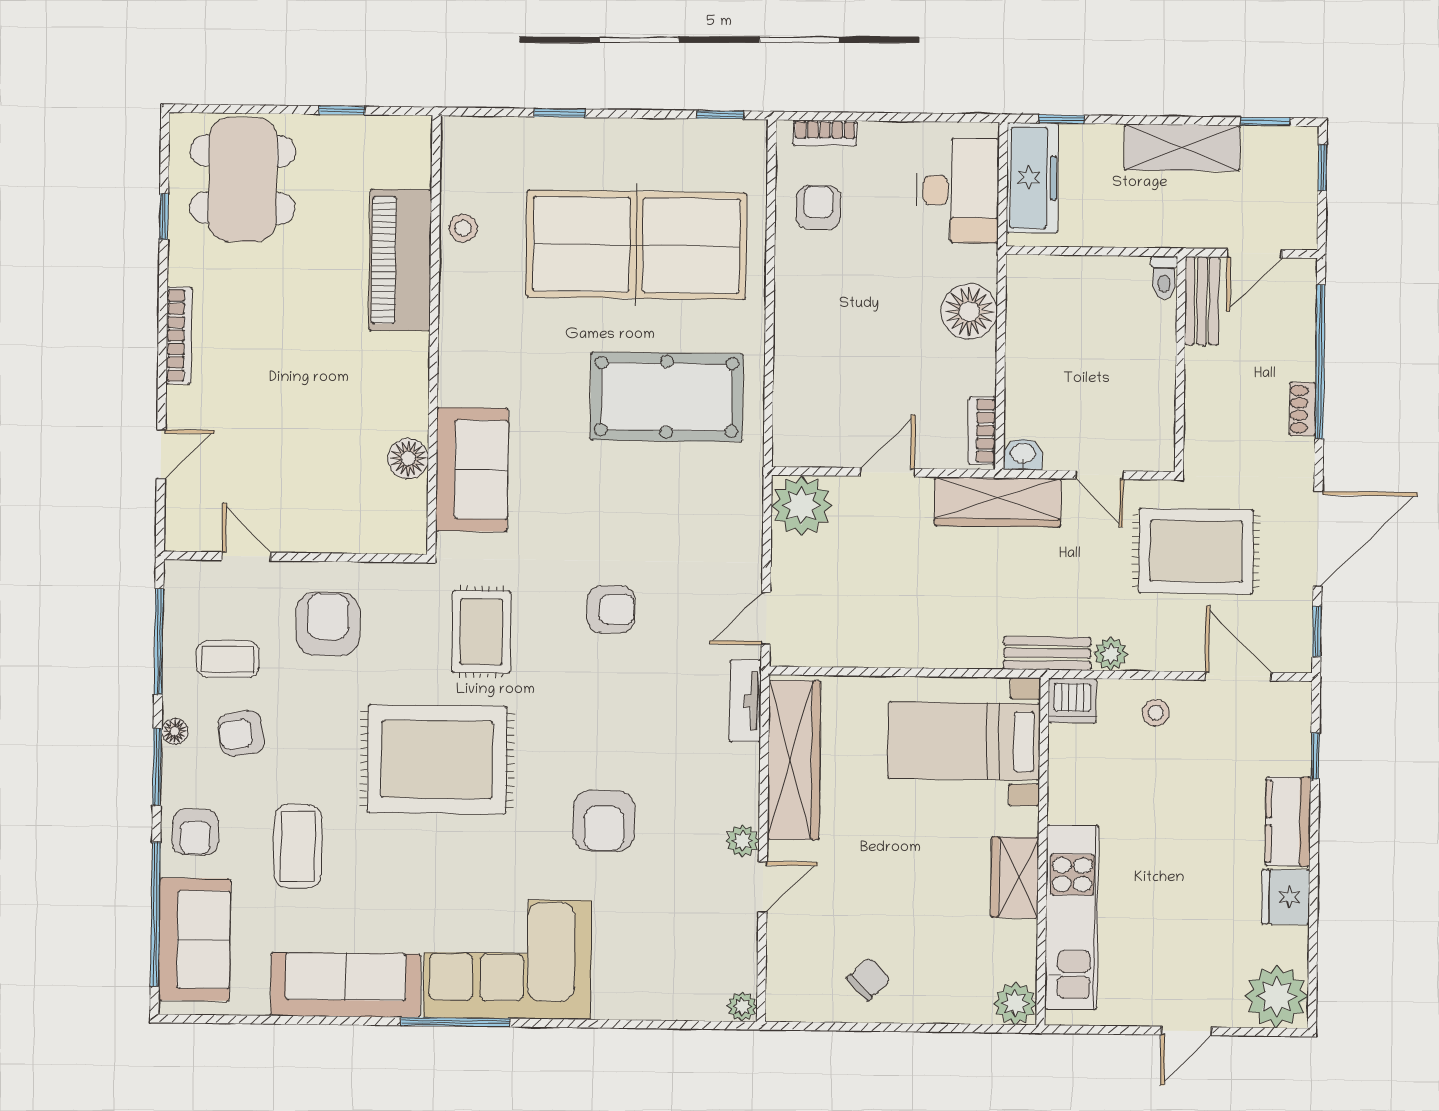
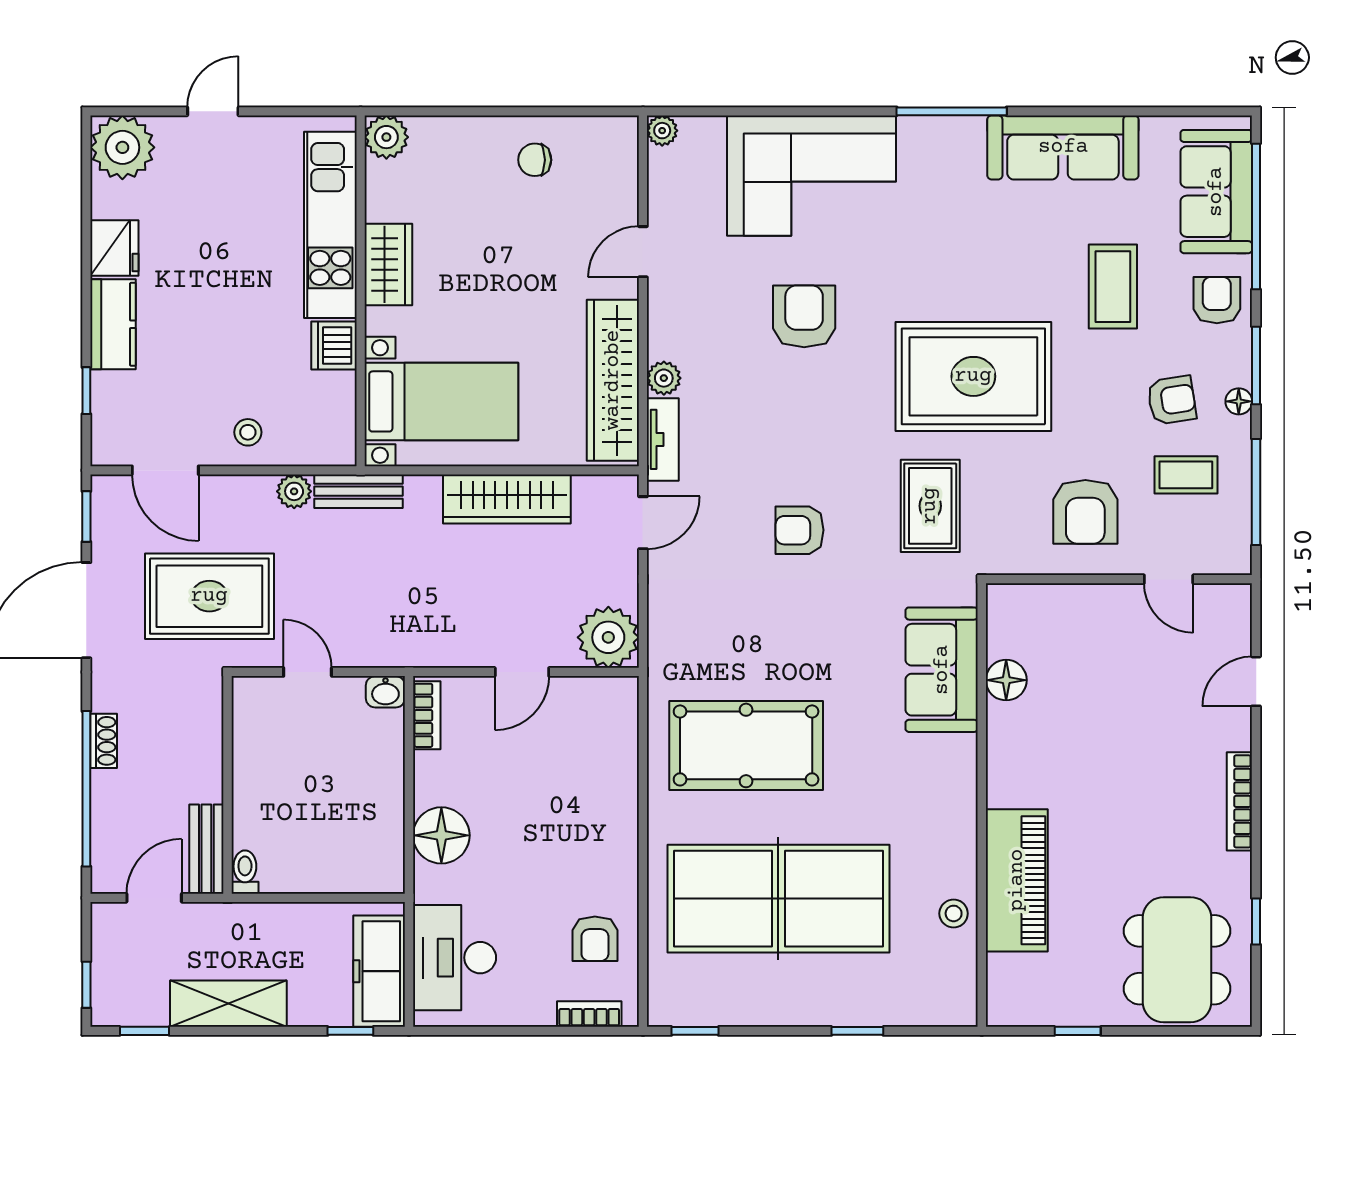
wardrobe: (998, 502) -> (507, 499), moved, turned 180
dishwasher: (1072, 701) -> (334, 346), moved, turned -90
plant: (743, 841) -> (664, 378), moved
corner sofa: (508, 959) -> (811, 176), moved
chair: (869, 979) -> (535, 160), turned 44

